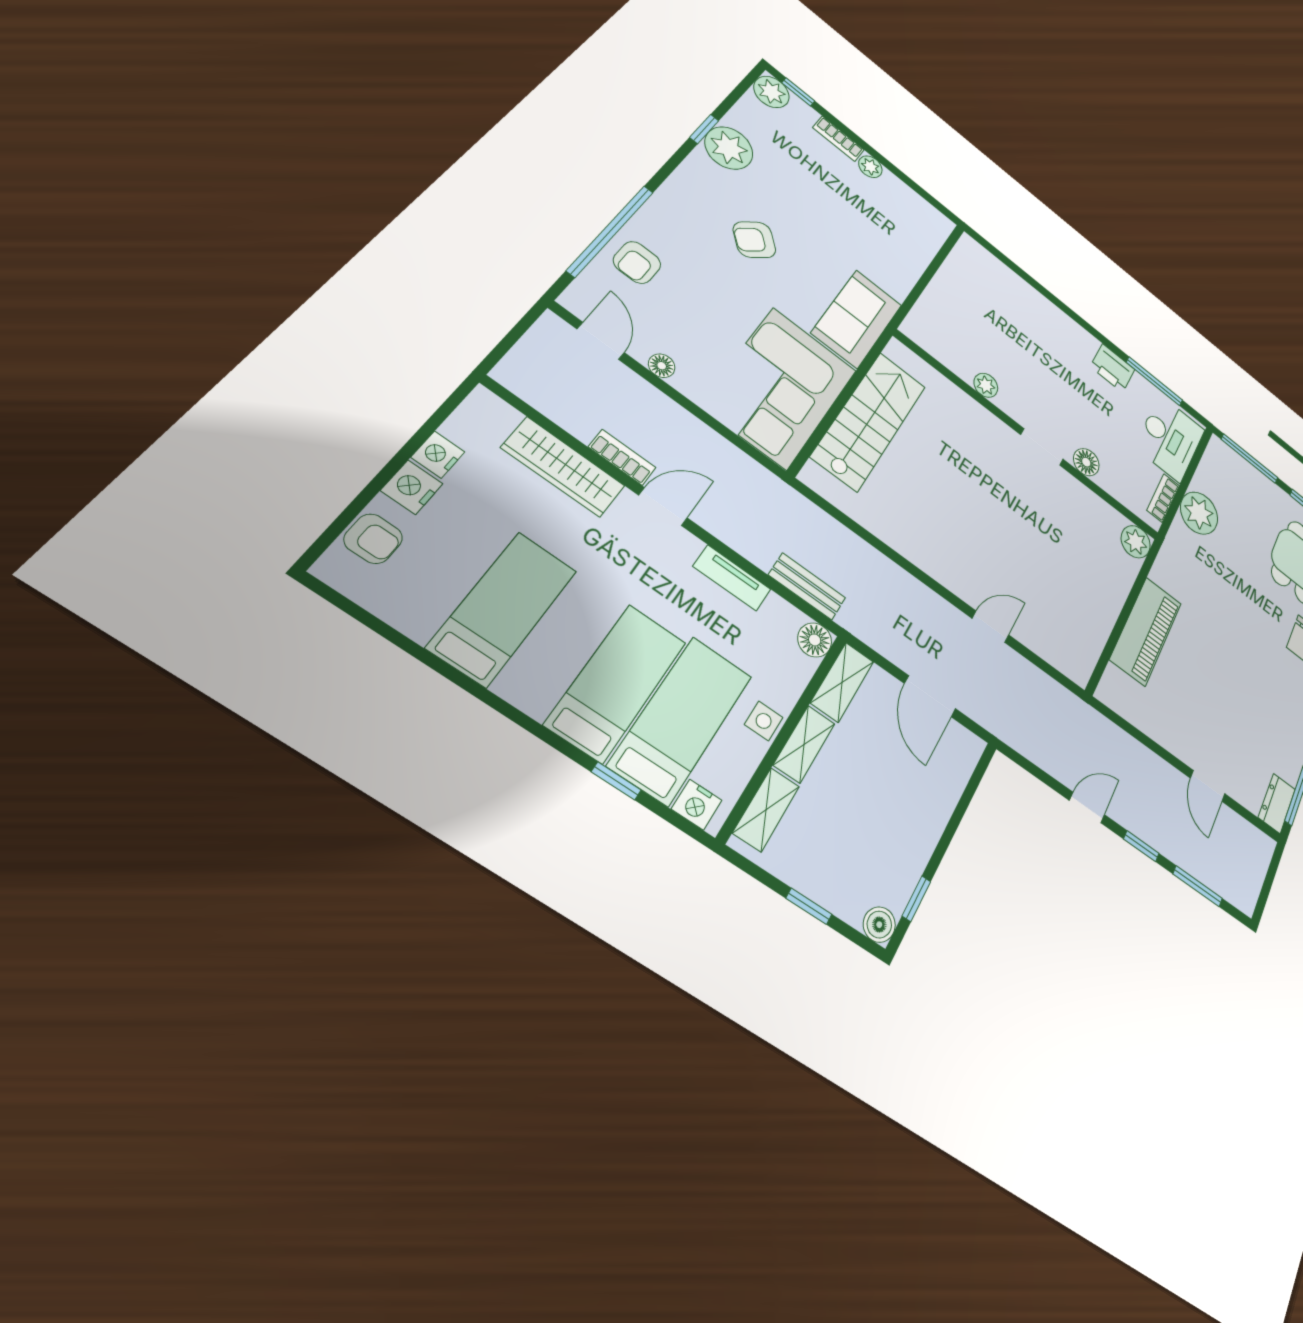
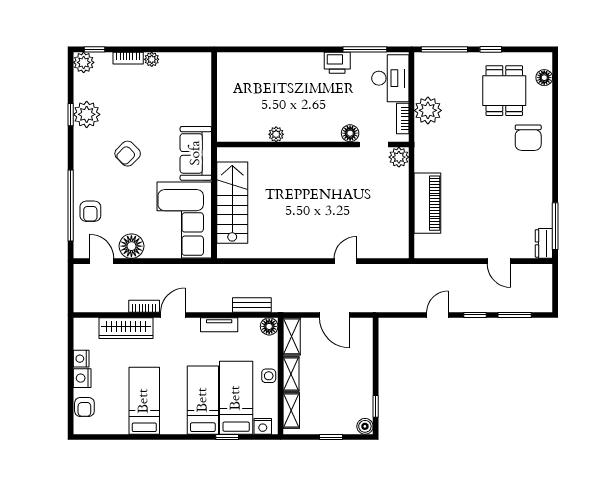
floor lamp: (662, 366) -> (131, 246), width x1.89, depth x1.89
doorway: (1042, 447) -> (374, 145), moved
armchair: (373, 539) -> (84, 407), turned 90

